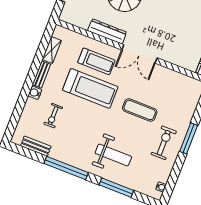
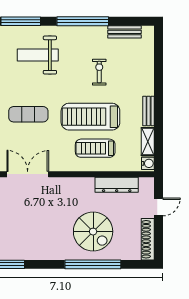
dresser: (107, 31) -> (117, 185), moved
double door: (139, 54) -> (28, 174), moved
water cooler: (35, 93) -> (148, 163), moved
exercise bike: (53, 116) -> (99, 72), moved

